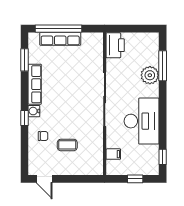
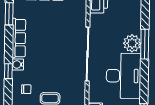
window: (163, 66) -> (145, 44), moved
plant: (150, 75) -> (132, 43), moved

